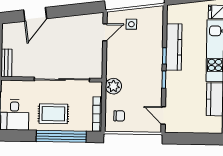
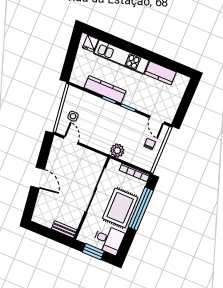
door: (35, 14) -> (38, 178), moved
rug: (53, 114) -> (120, 208), width x1.36, depth x1.43
chair: (119, 116) -> (150, 144), moved
door: (163, 116) -> (157, 120), hinge flipped

